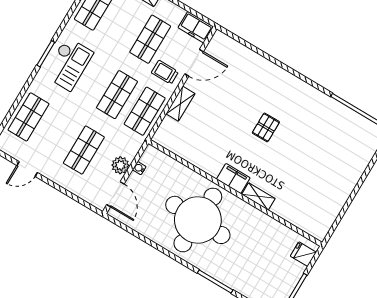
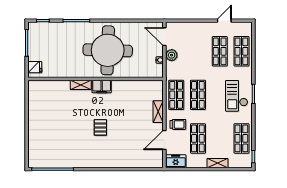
shop shelf: (84, 150) -> (220, 51), moved

